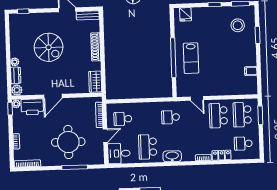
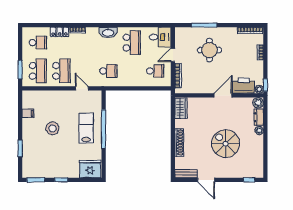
fridge: (185, 14) -> (90, 169), width x1.88, depth x1.34
stool: (238, 25) -> (52, 128), moved
round table: (68, 142) -> (209, 50), width x0.73, depth x0.73

